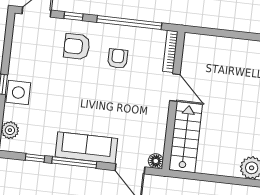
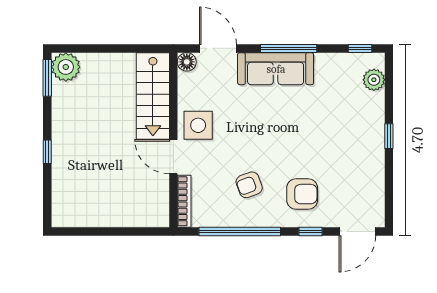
armchair: (118, 59) -> (249, 185), turned 70
side table: (18, 93) -> (198, 125), moved
window: (35, 158) -> (360, 48), moved

